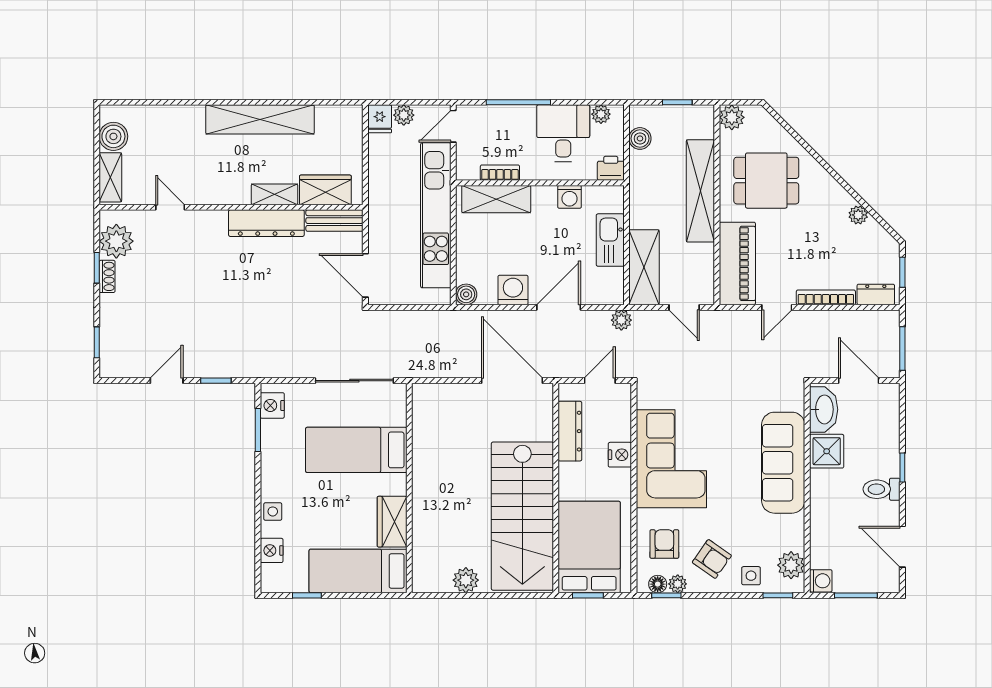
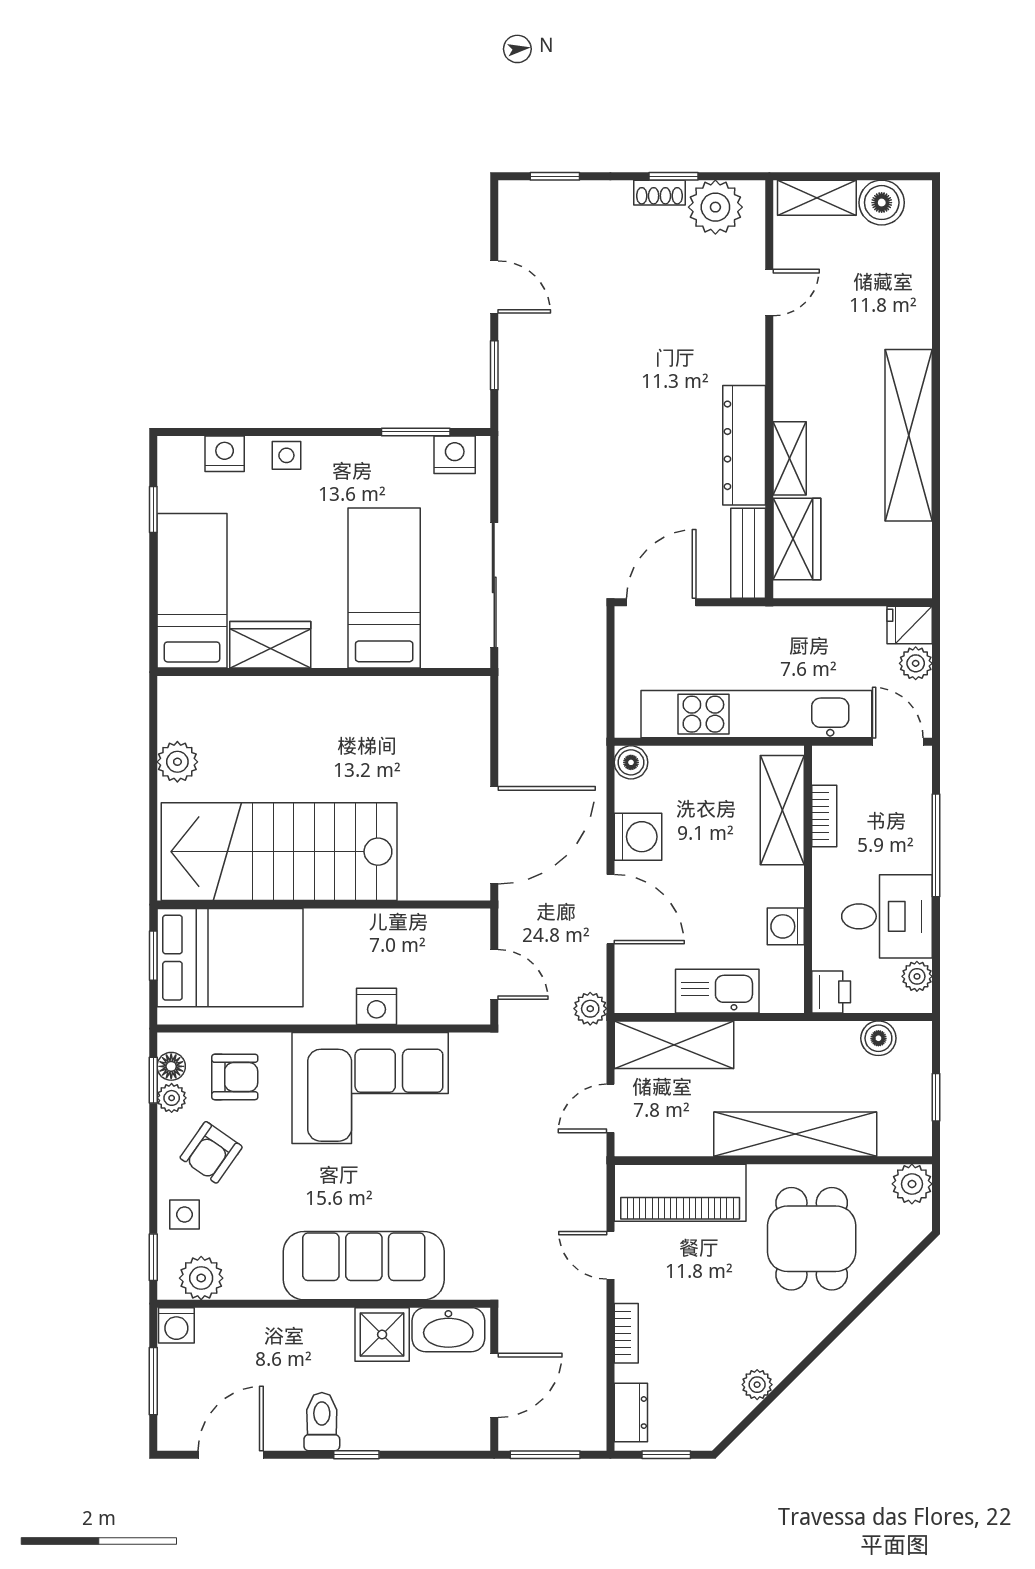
bookcase: (826, 297) -> (626, 1333), width x0.64
dresser: (570, 431) -> (414, 927), removed

